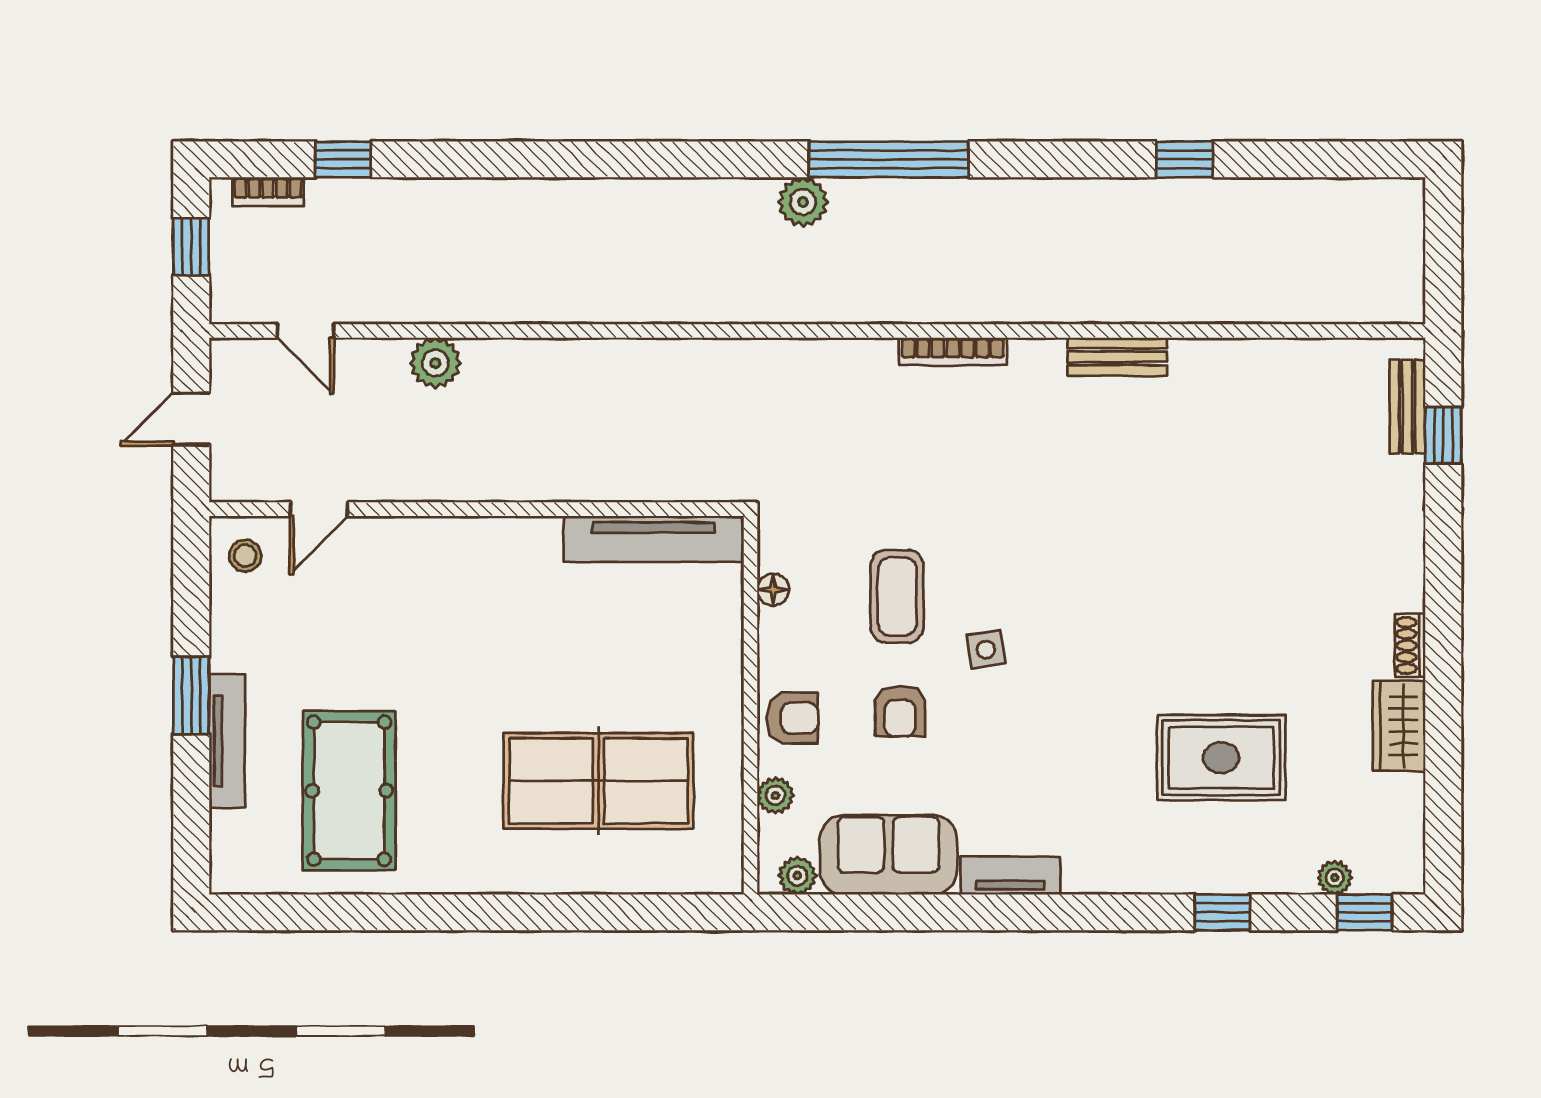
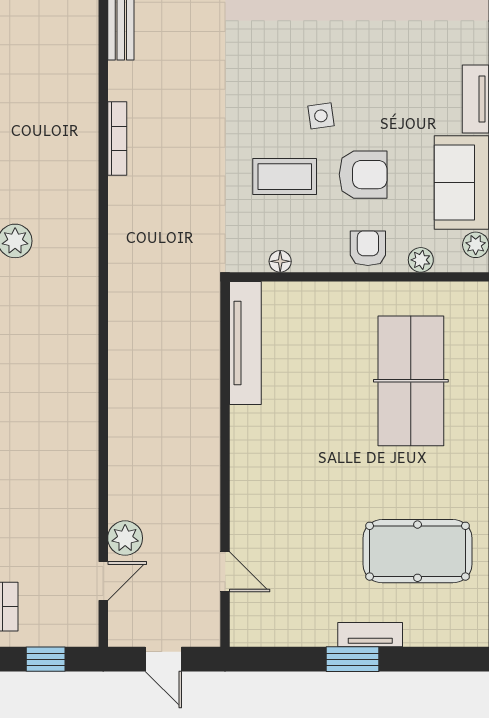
plant: (435, 363) -> (125, 538), moved
stool: (245, 556) -> (257, 622), removed
armchair: (900, 711) -> (363, 175), width x1.38, depth x1.38
tv unit: (227, 741) -> (370, 635), width x0.71

